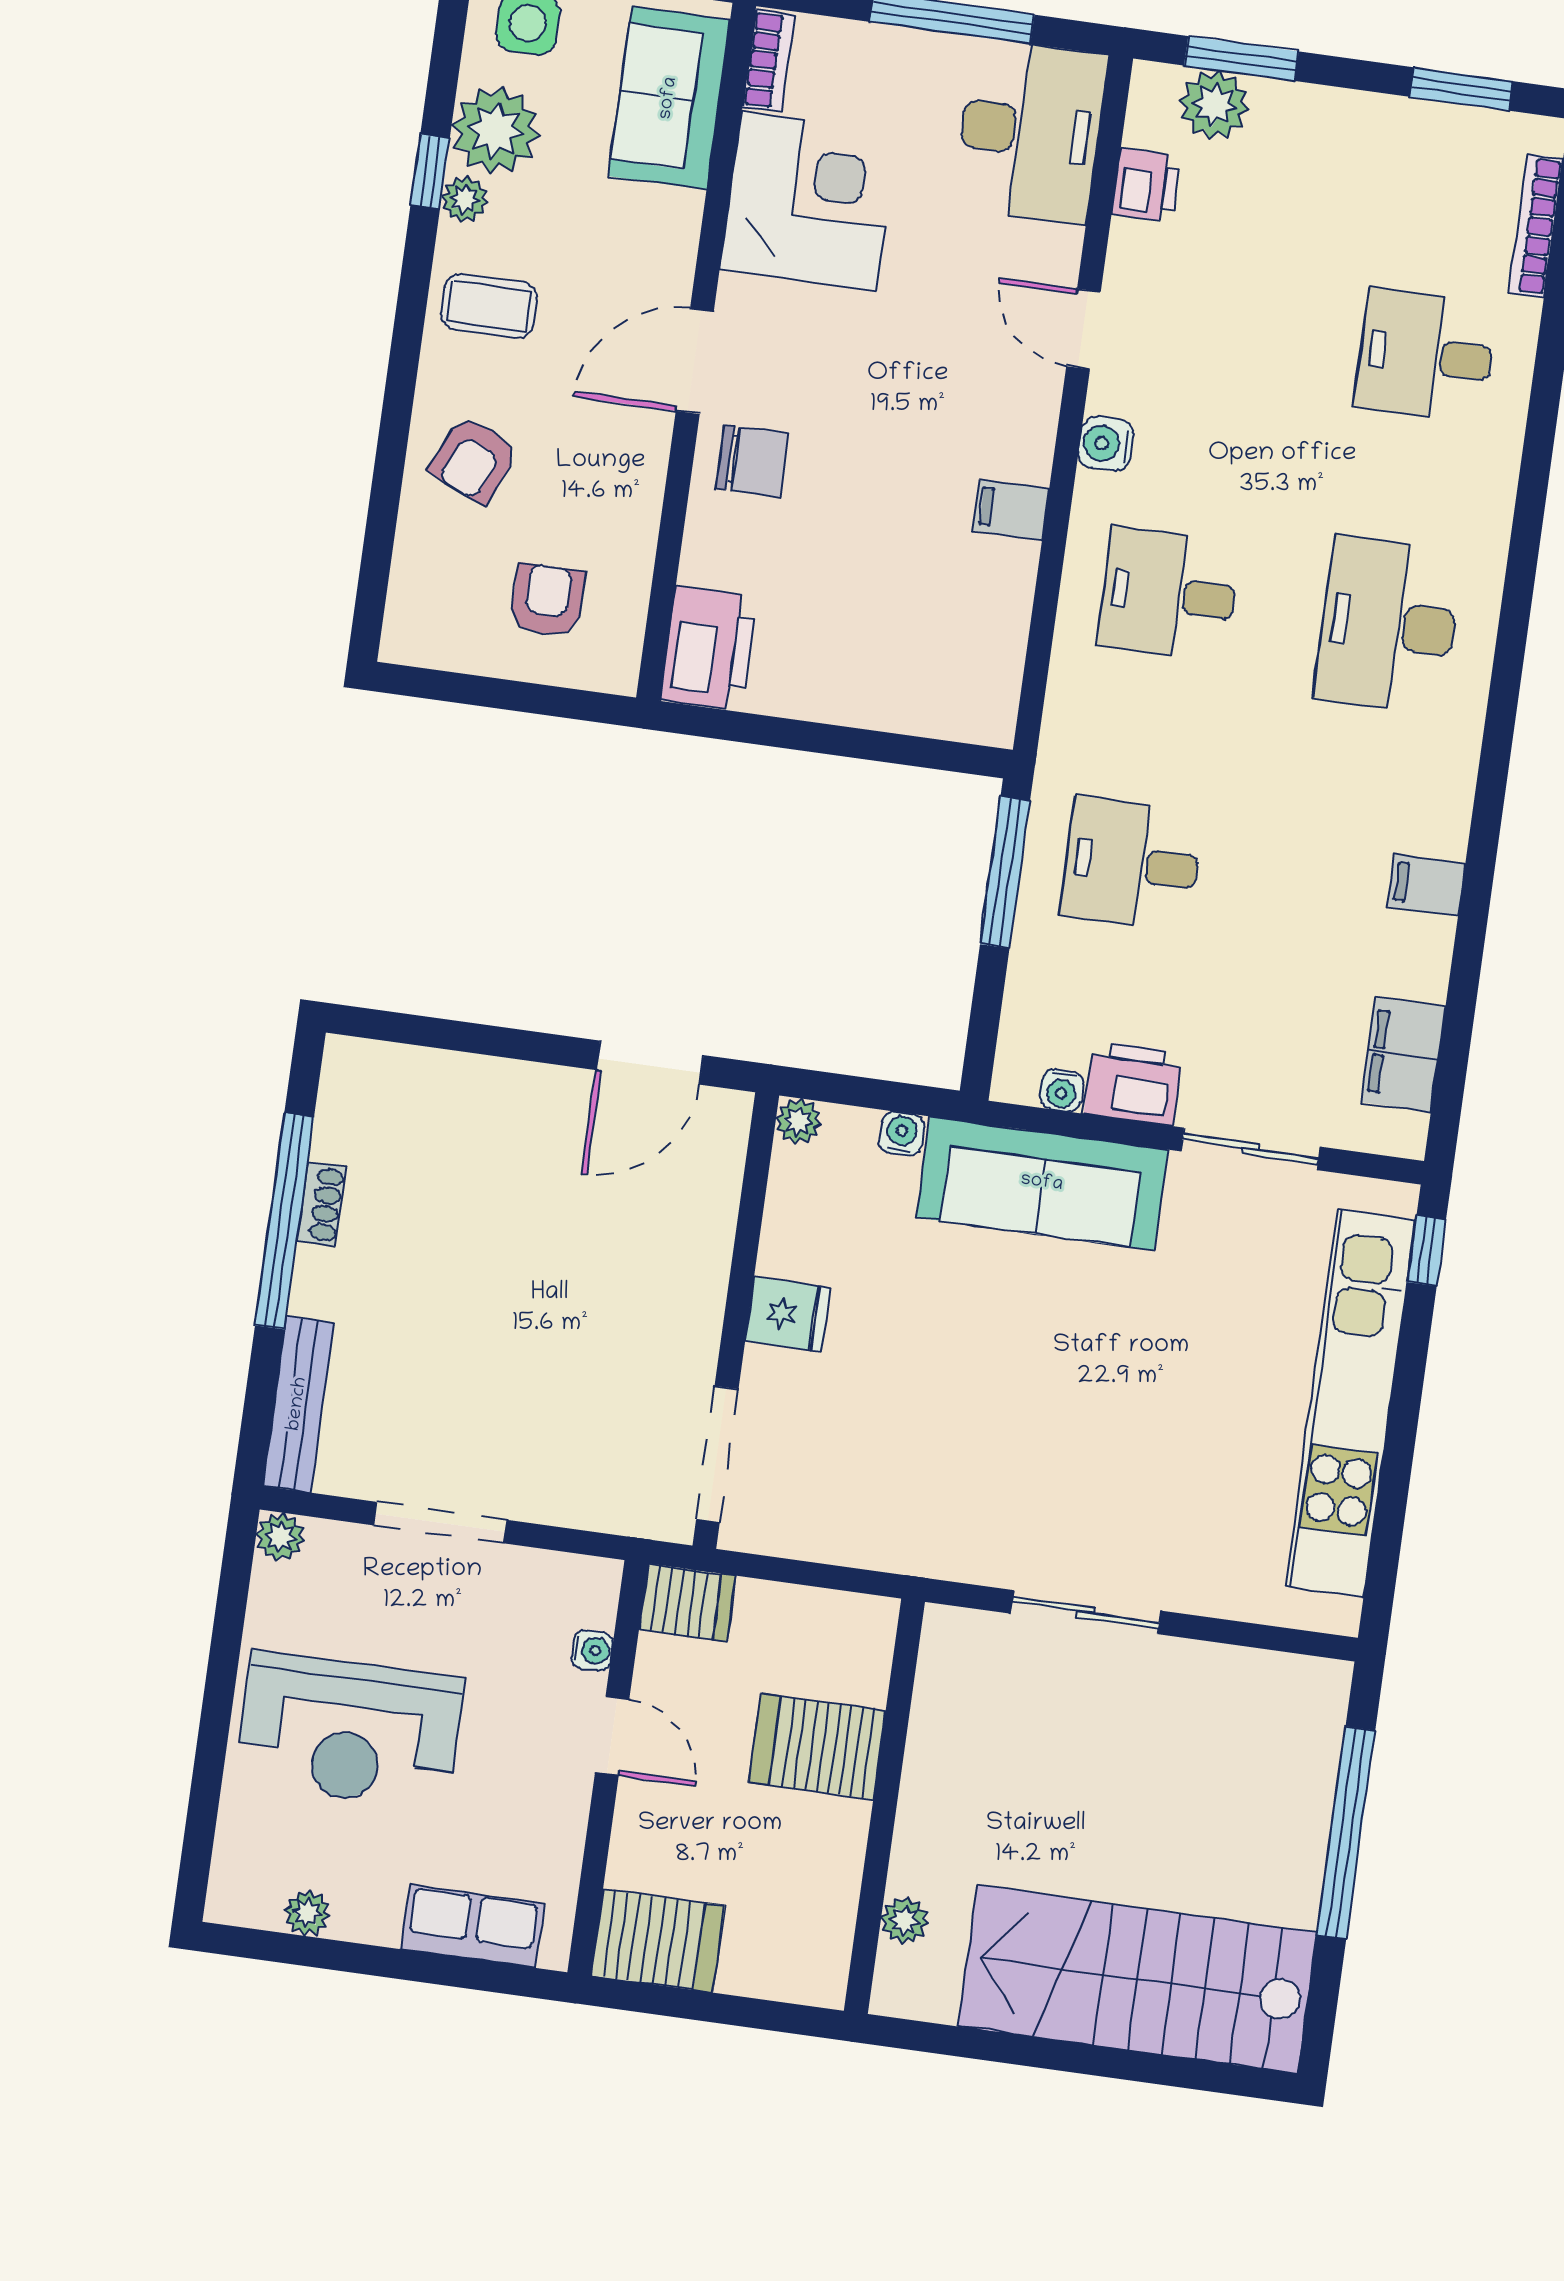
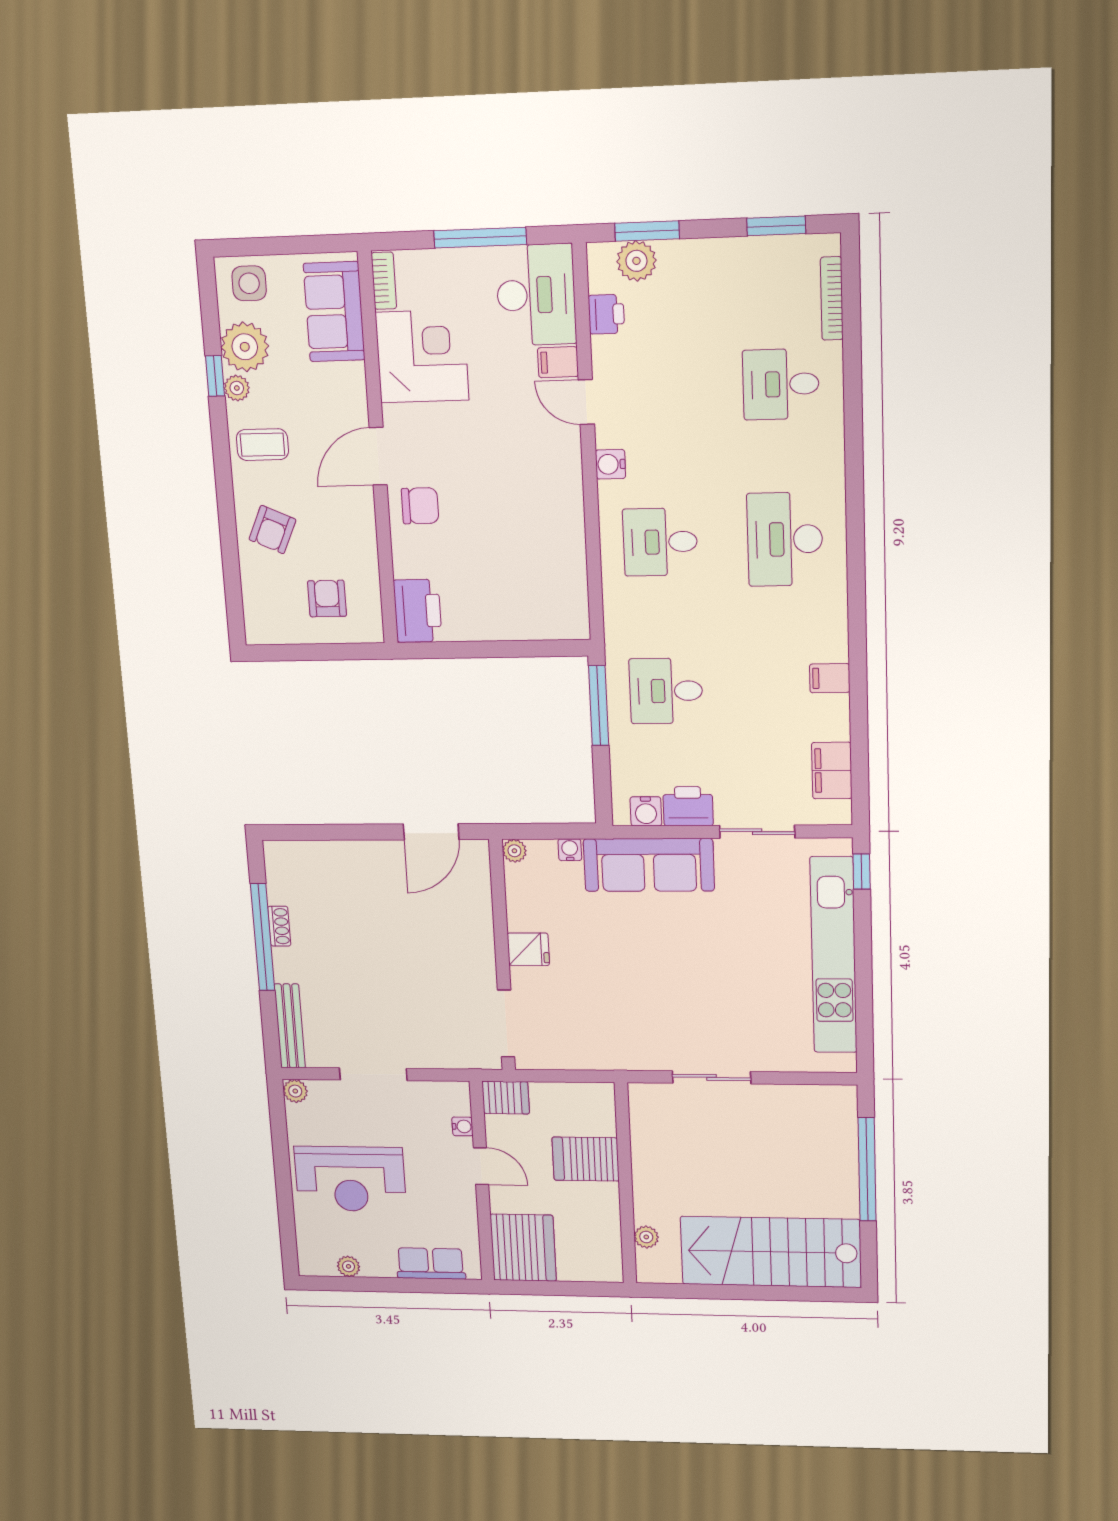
filing cabinet: (1011, 510) -> (558, 362), moved
water cooler: (1062, 1090) -> (646, 811), width x1.38, depth x1.38
server rack: (658, 1941) -> (523, 1248), width x1.60

